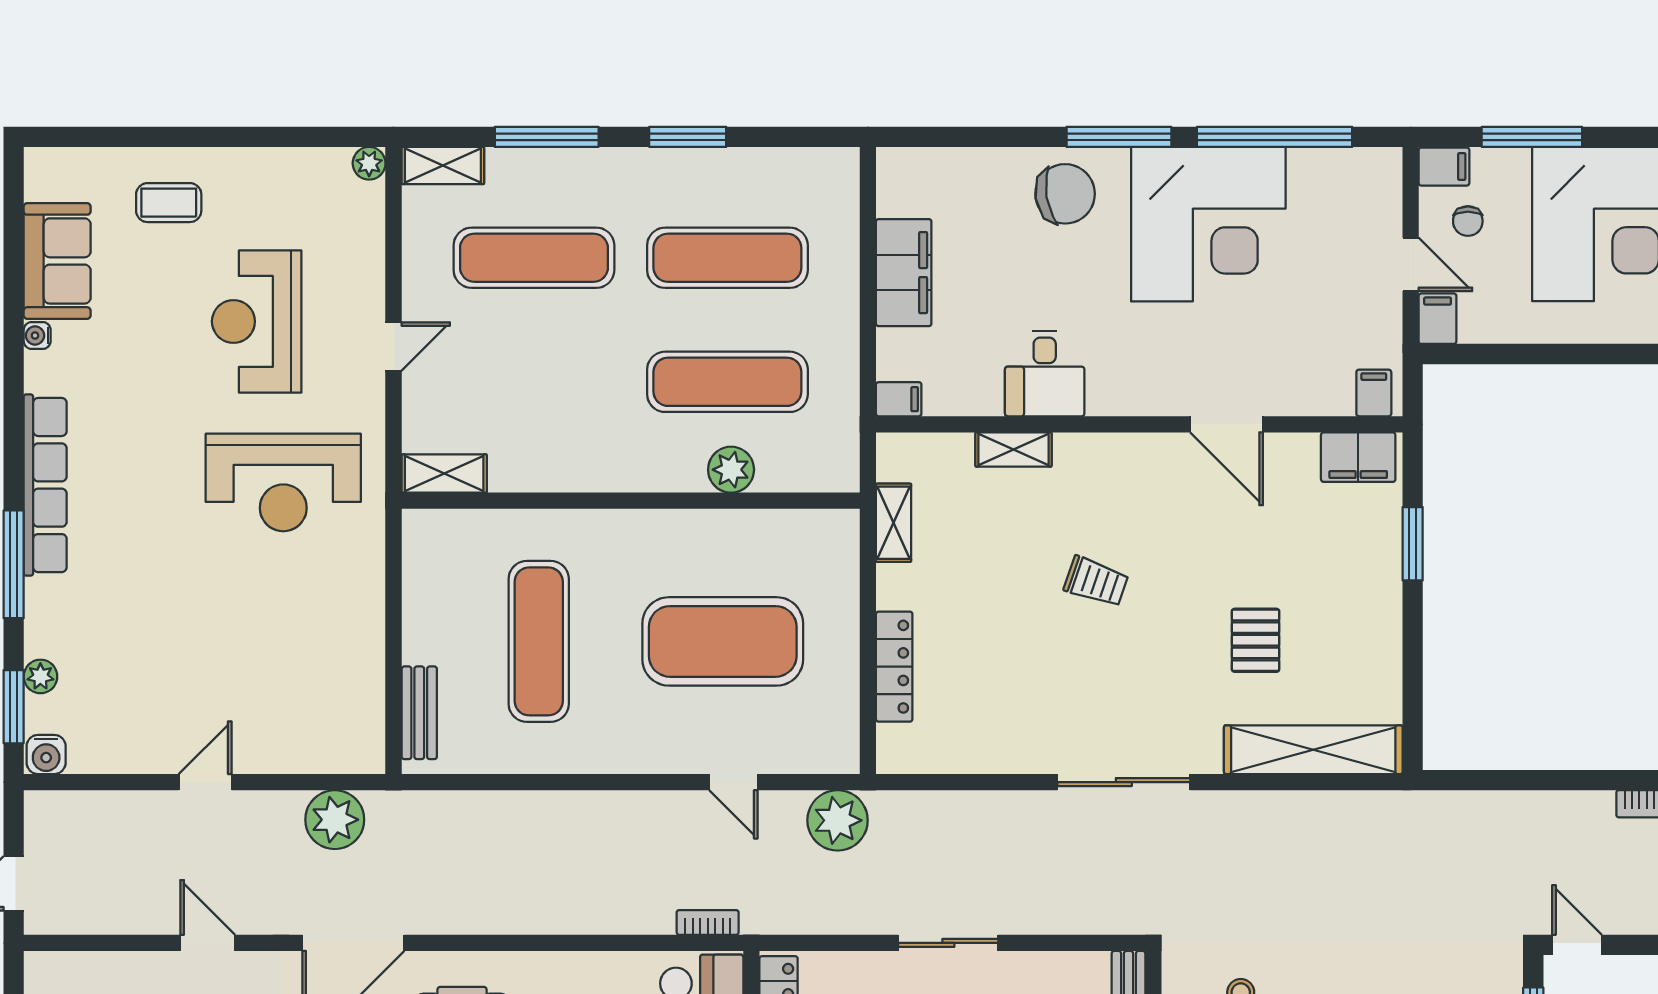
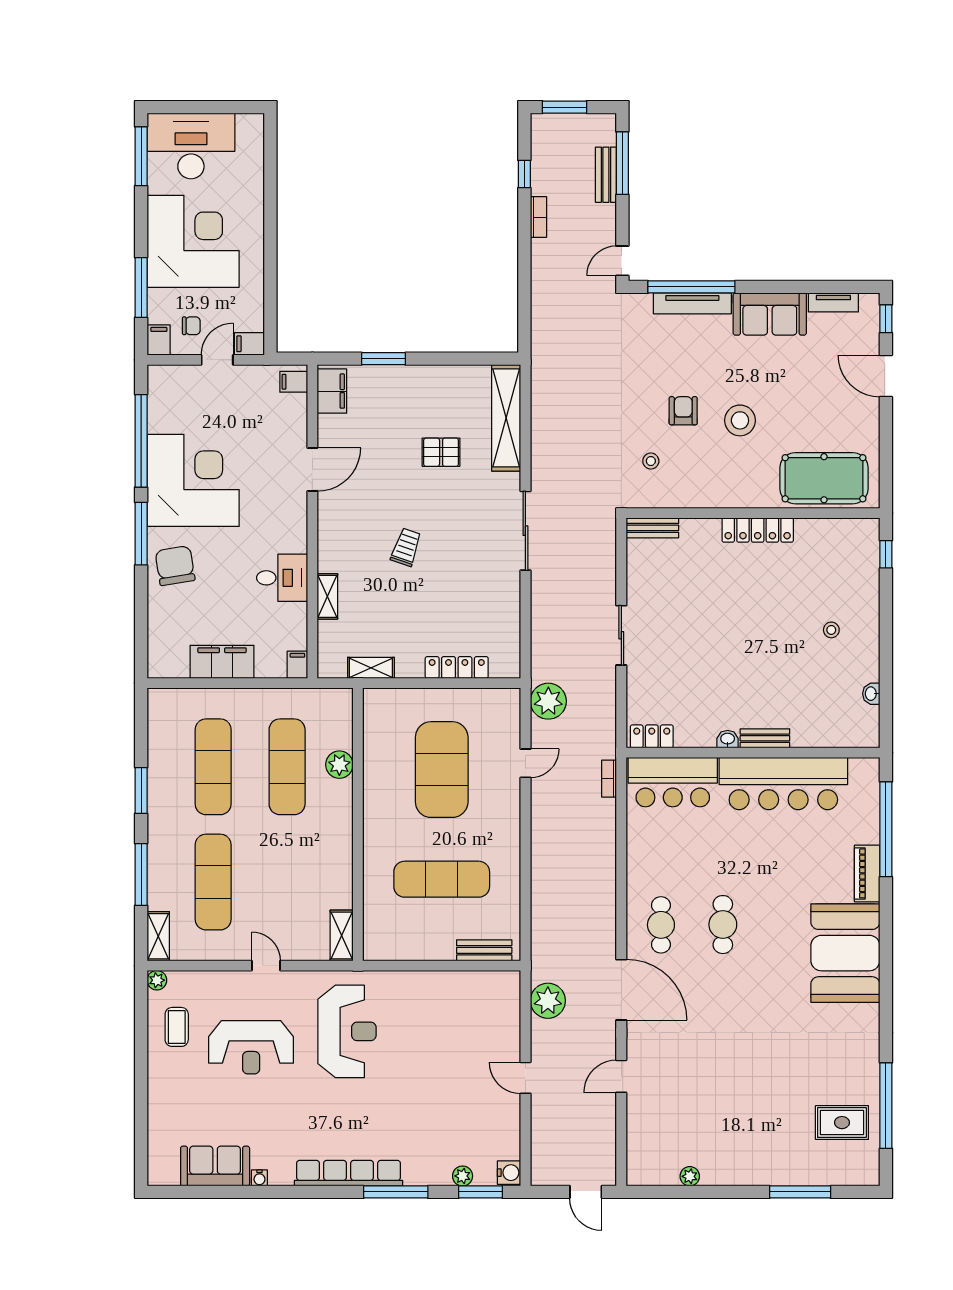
coffee table: (169, 203) -> (177, 1027), moved

